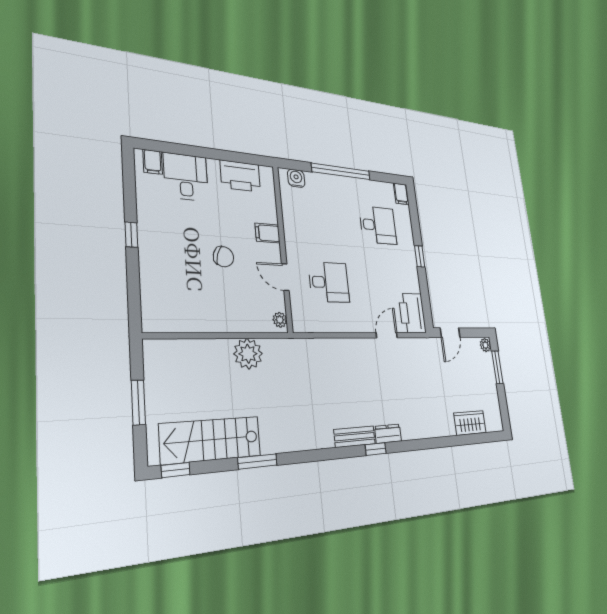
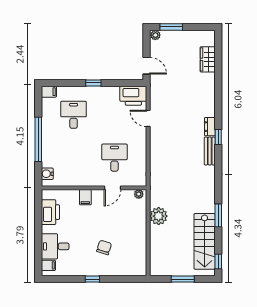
chair: (224, 257) -> (104, 247), moved

